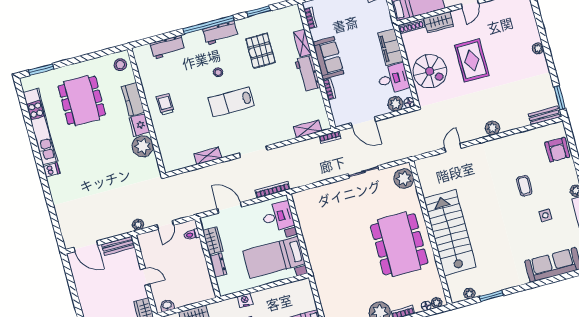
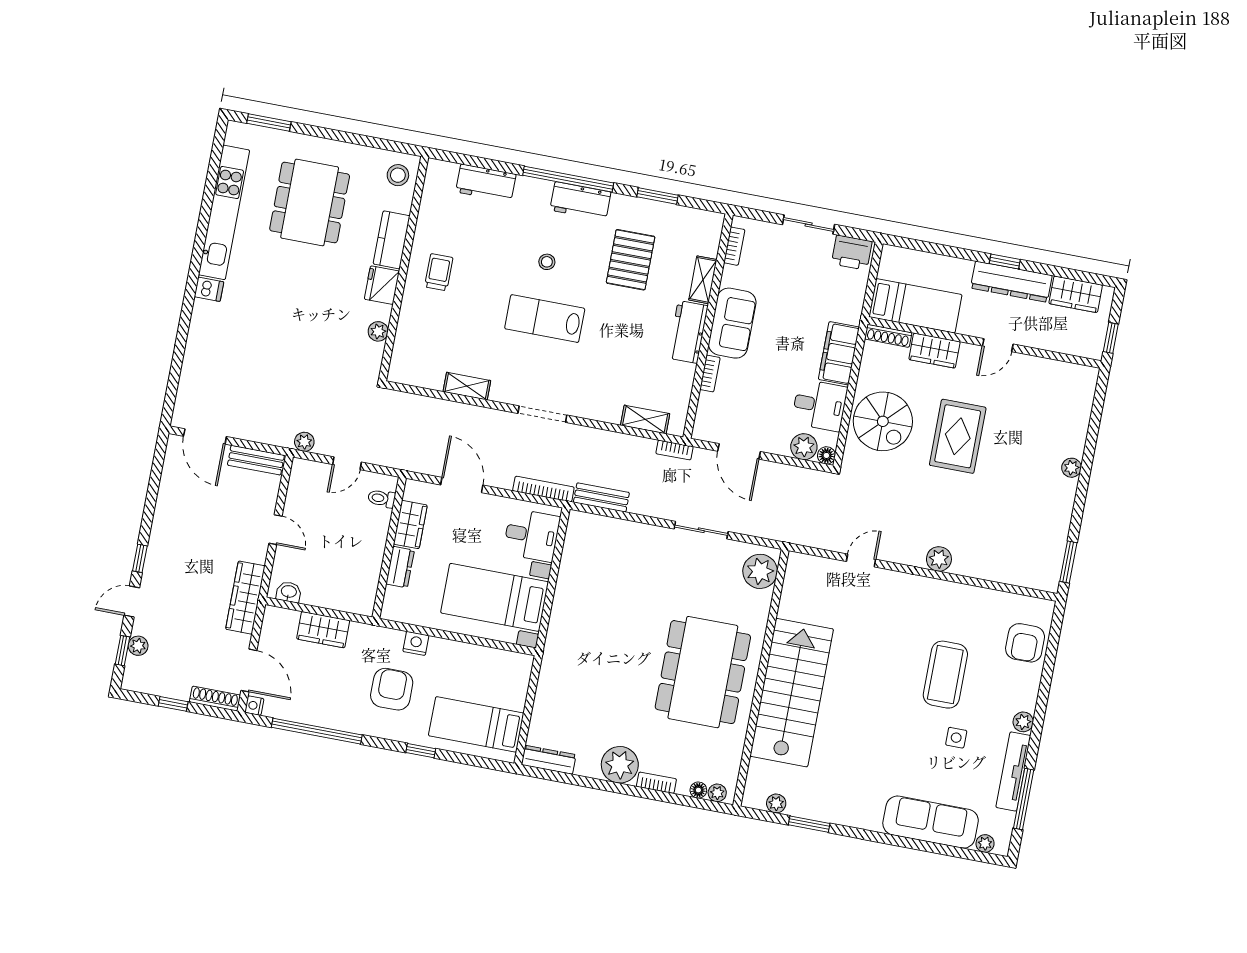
bench: (544, 115) -> (601, 497), moved
plant: (143, 146) -> (378, 331), width x0.53, depth x0.53
coffee table: (524, 186) -> (945, 675), width x1.86, depth x1.72

